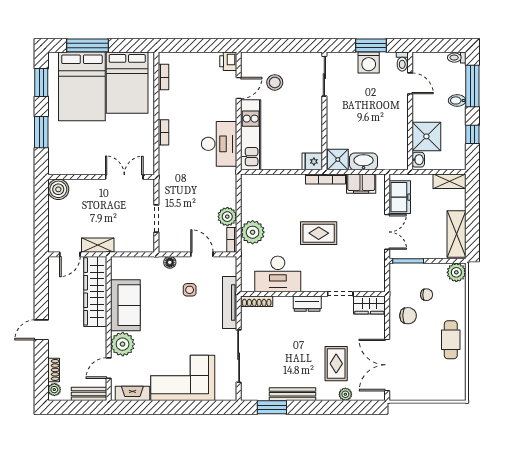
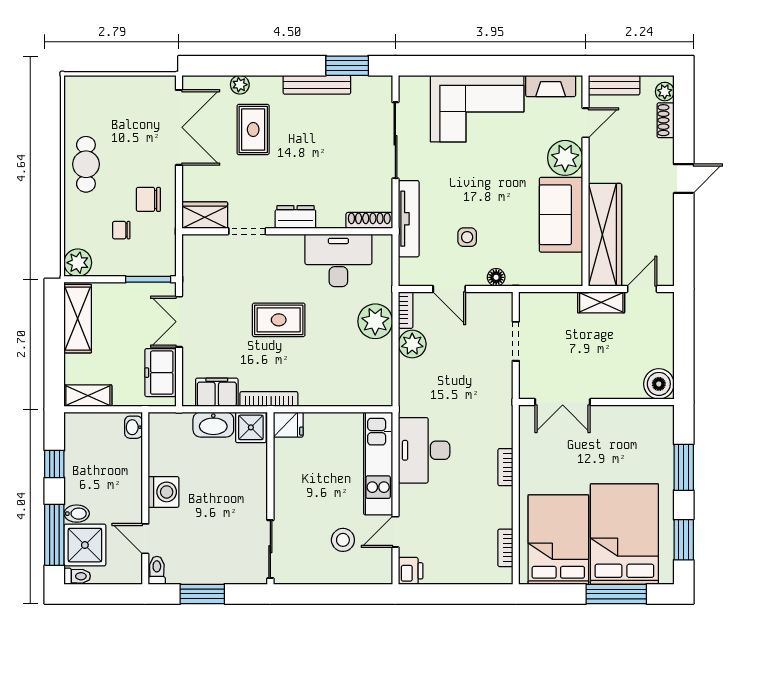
washing machine: (369, 63) -> (164, 492), moved, turned 90
shower: (426, 136) -> (85, 545), moved

